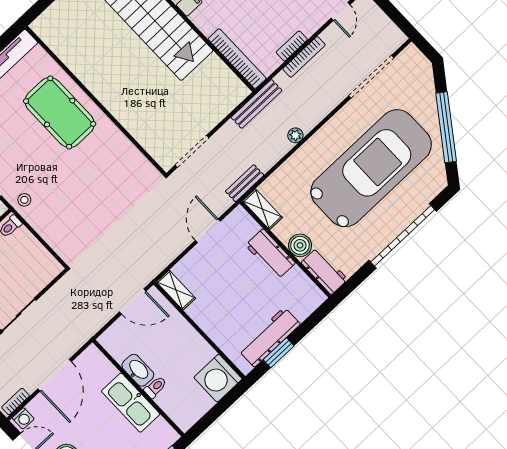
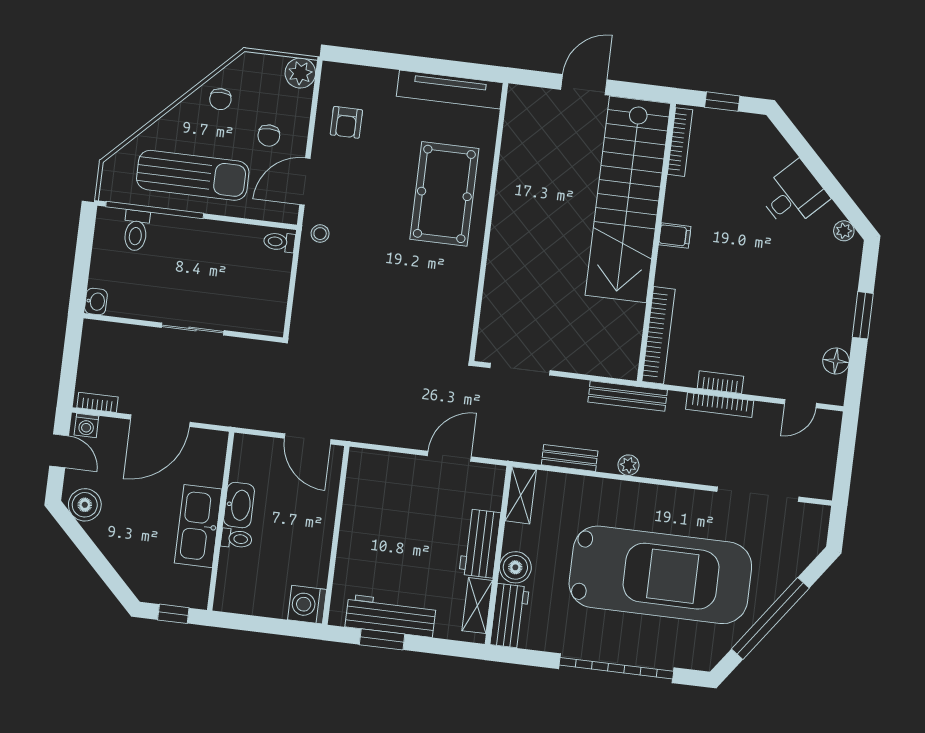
bench: (245, 183) -> (570, 458), moved
shelving: (176, 290) -> (477, 606), moved
washing machine: (218, 378) -> (307, 605), width x0.73, depth x0.73

